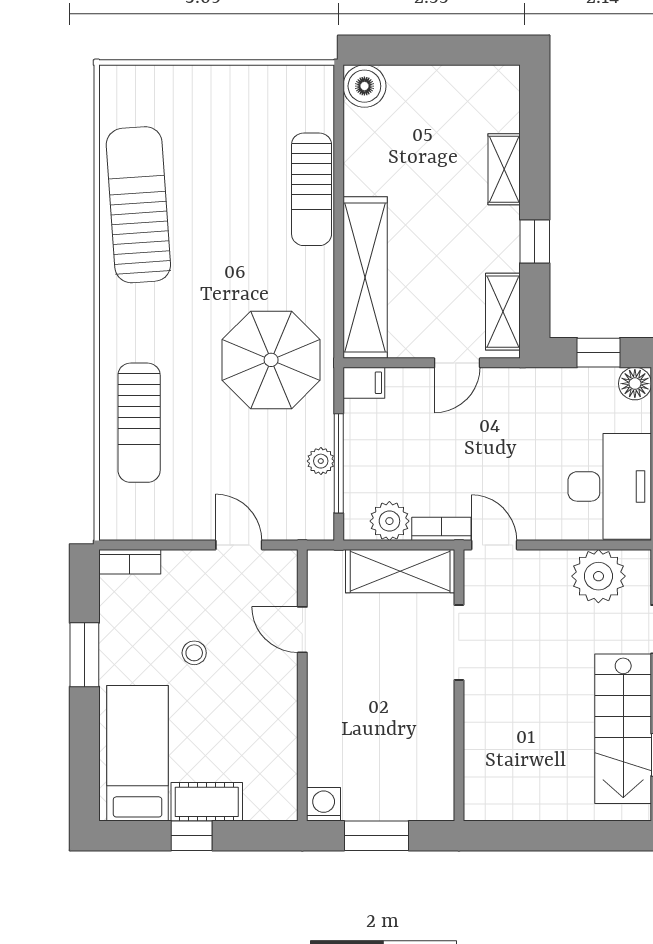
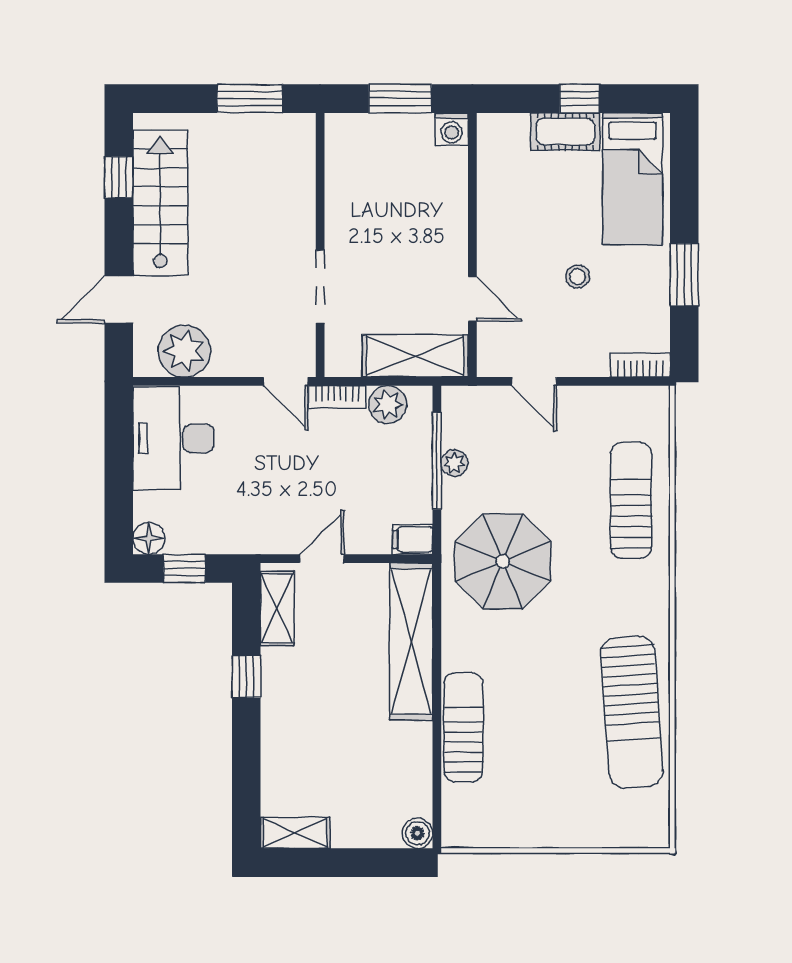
boiler: (364, 86) -> (417, 833), width x0.73, depth x0.73
shelving: (504, 169) -> (295, 833), moved, turned 90
shelving: (400, 571) -> (415, 356), moved
window: (531, 836) -> (250, 99), added

